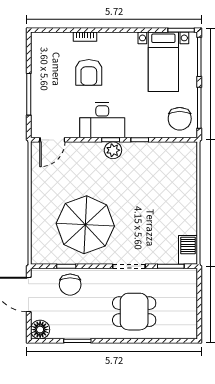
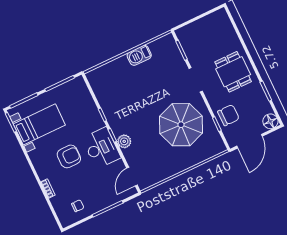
armchair: (89, 72) -> (69, 156), moved
chair: (180, 119) -> (78, 206), moved, width x0.54, depth x0.54
door: (52, 140) -> (132, 177), swing flipped
plant: (113, 150) -> (124, 141), moved
barbecue: (188, 250) -> (139, 55), moved
dining table: (134, 312) -> (233, 72), moved

